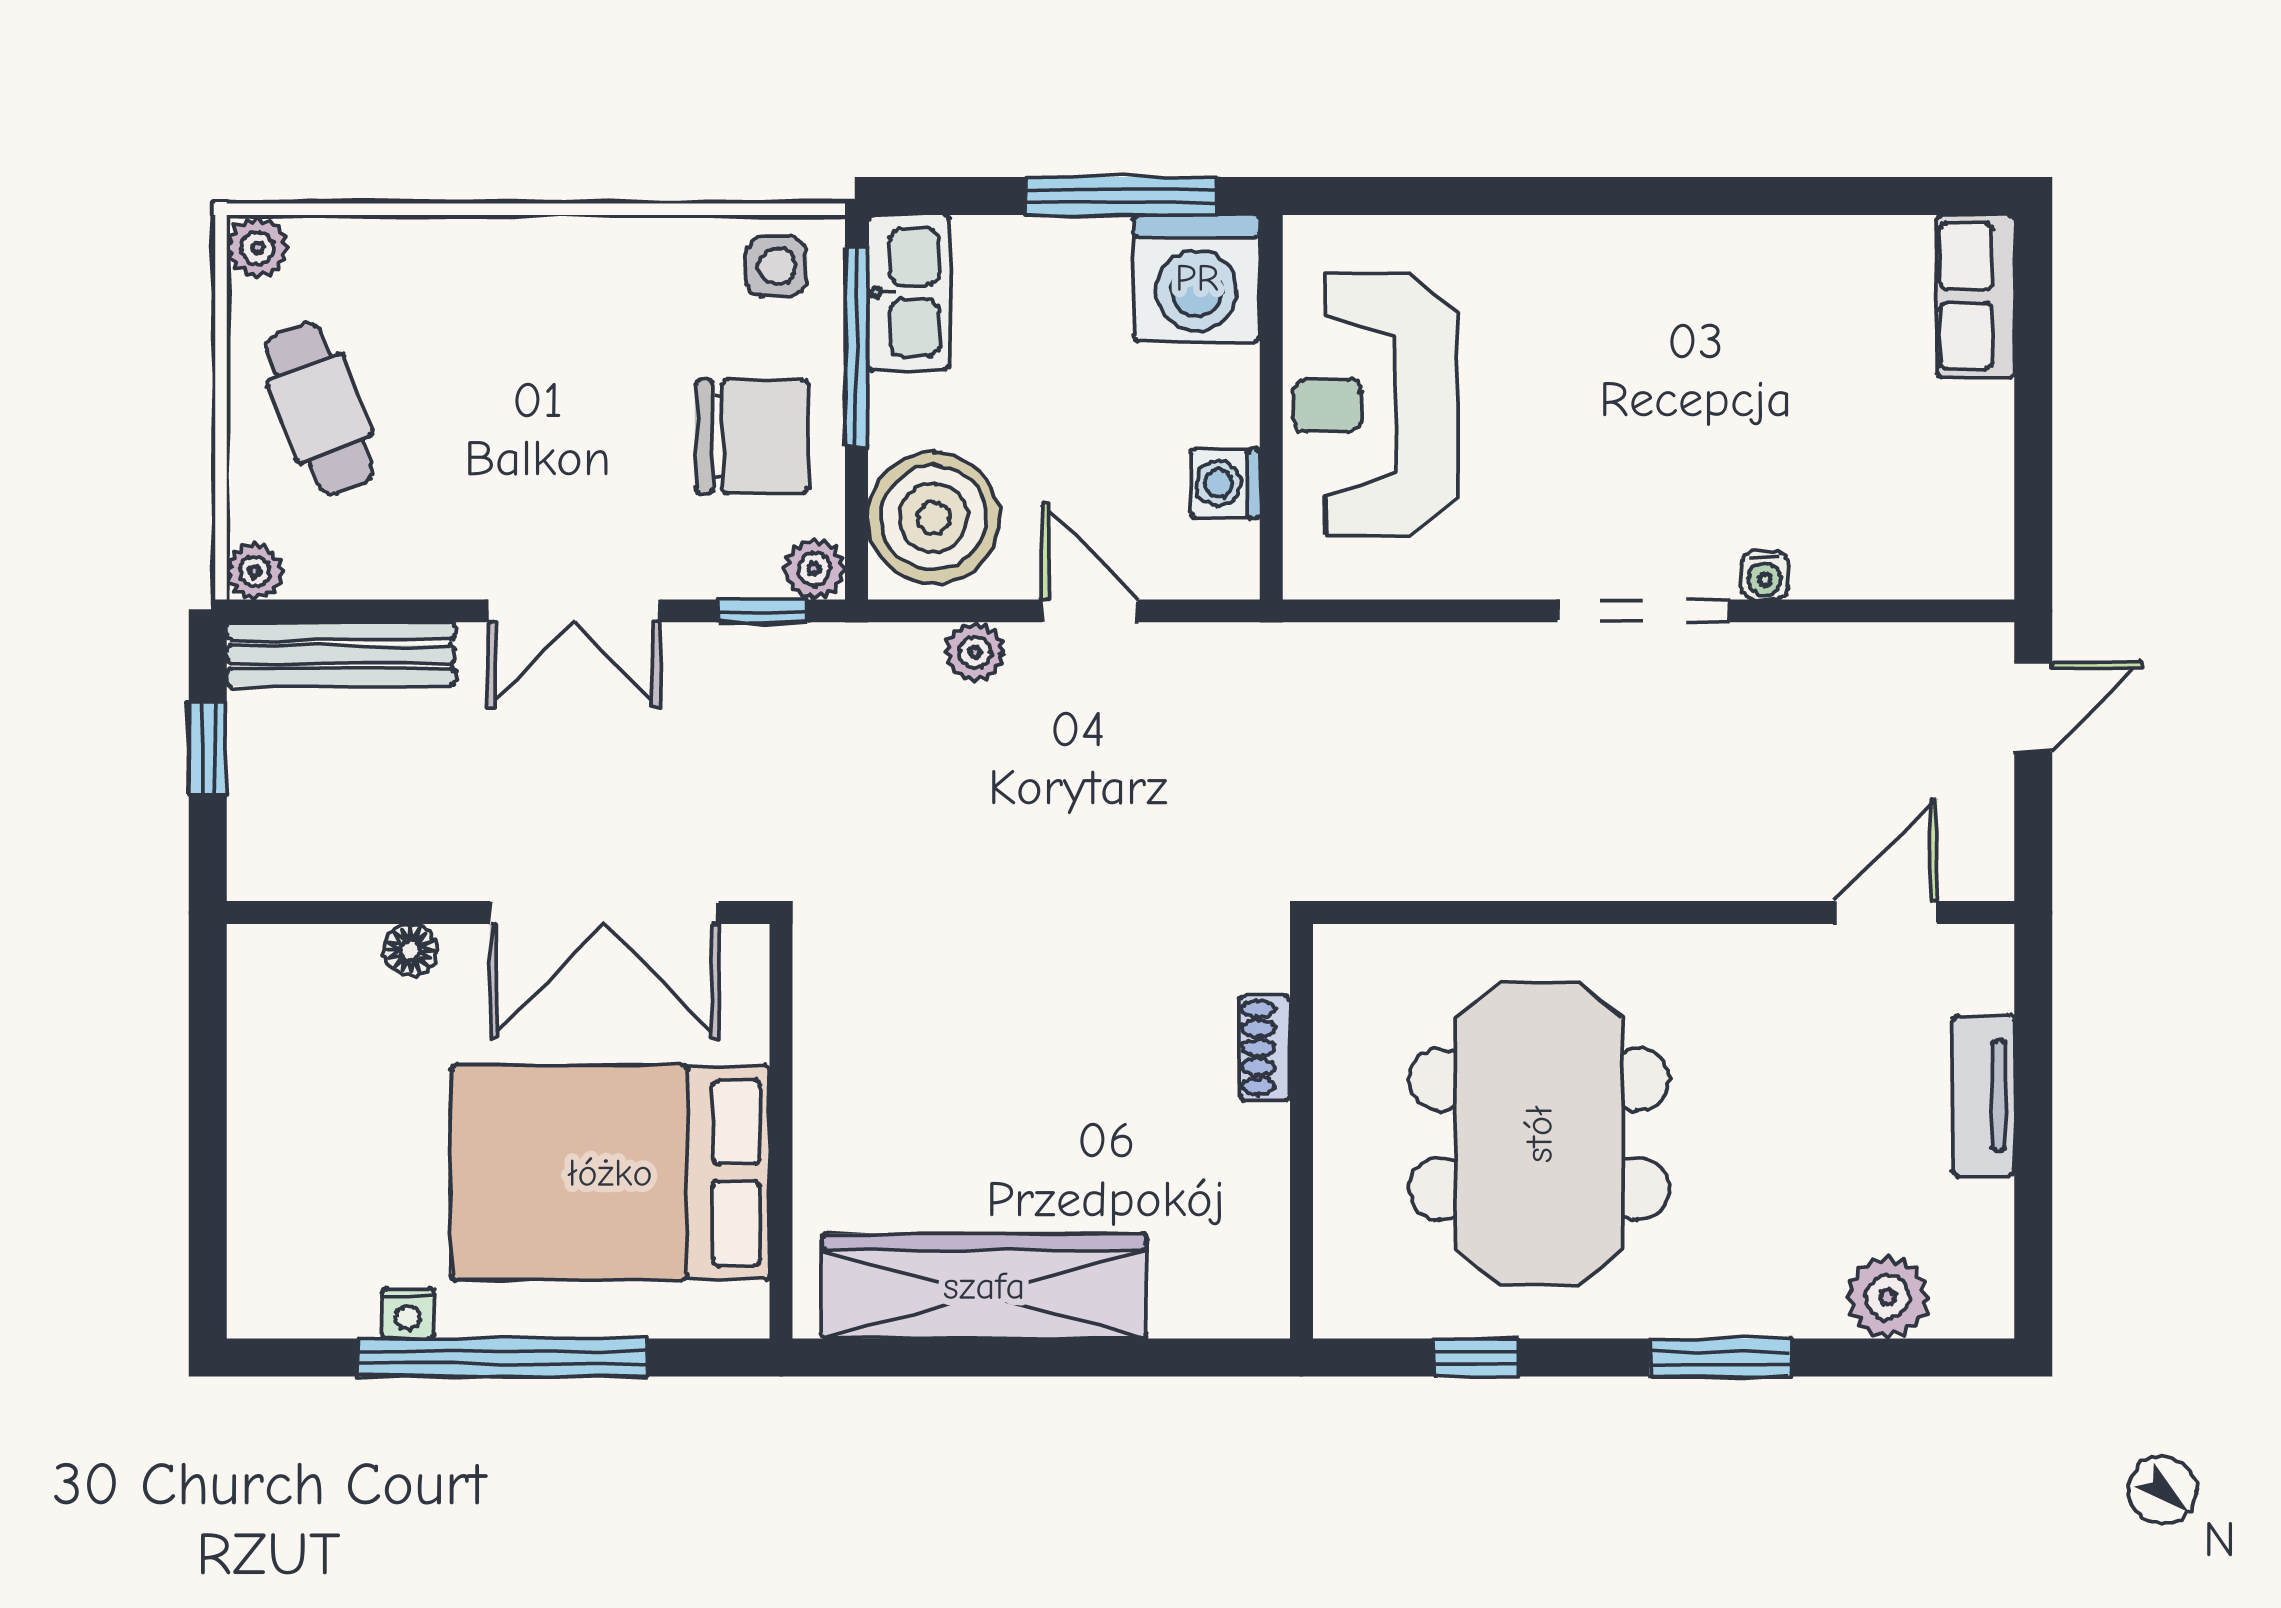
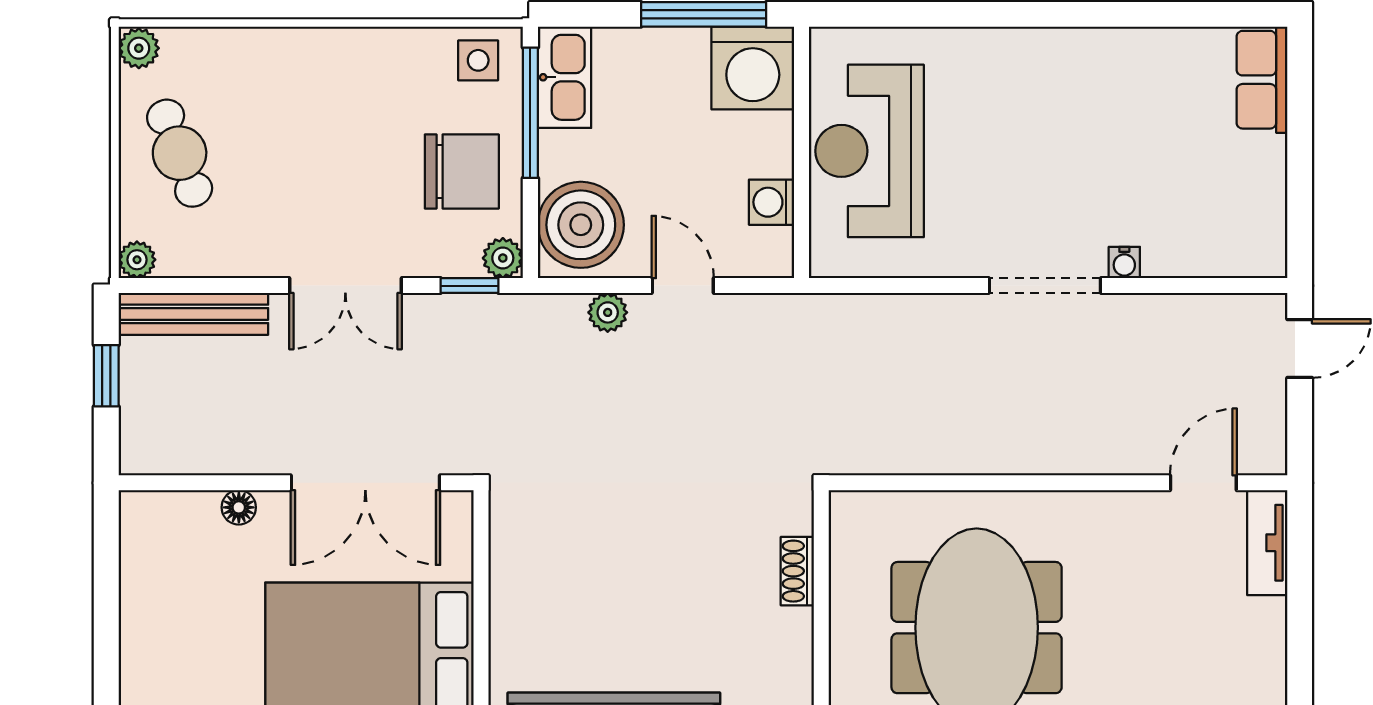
tv unit: (1984, 1095) -> (1267, 543), moved

